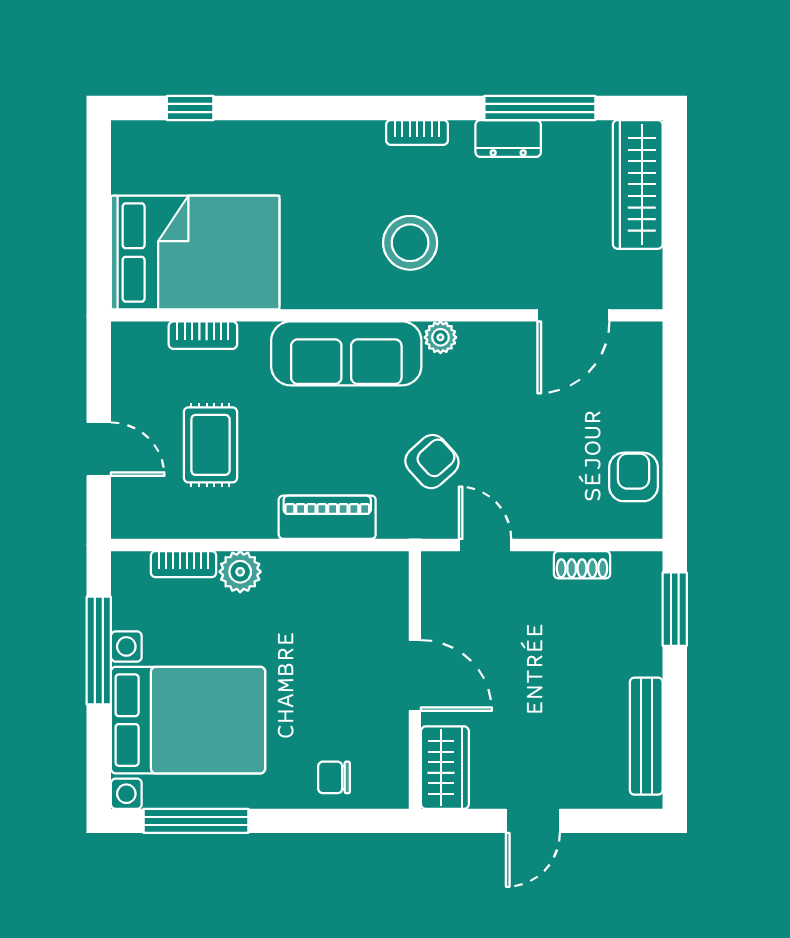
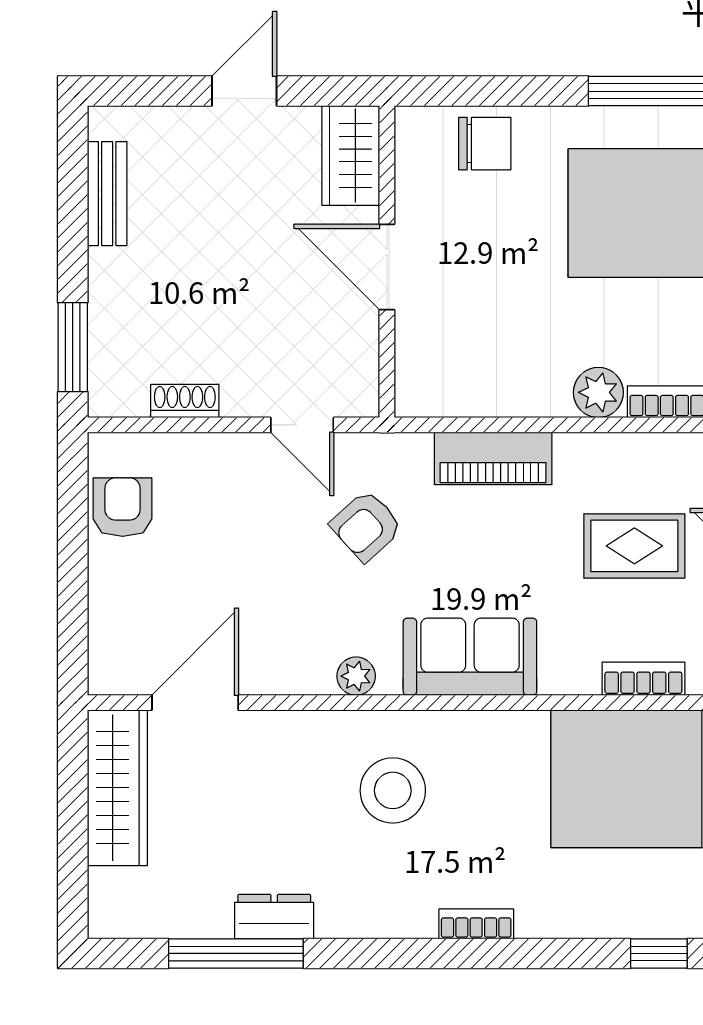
bookcase: (417, 132) -> (476, 924), moved
wardrobe: (638, 184) -> (117, 788), moved
sofa: (346, 353) -> (470, 657), width x0.73
rug: (210, 445) -> (634, 546), turned 90
armchair: (633, 477) -> (123, 507), turned 180
bench: (646, 736) -> (107, 194), width x0.73
chair: (334, 777) -> (485, 144), width x1.37, depth x1.37

